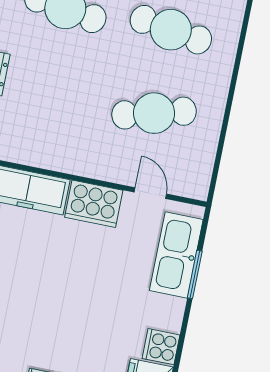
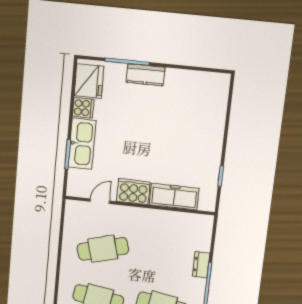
door: (150, 193) -> (100, 201), swing flipped
kitchen sink: (176, 255) -> (82, 144), moved

